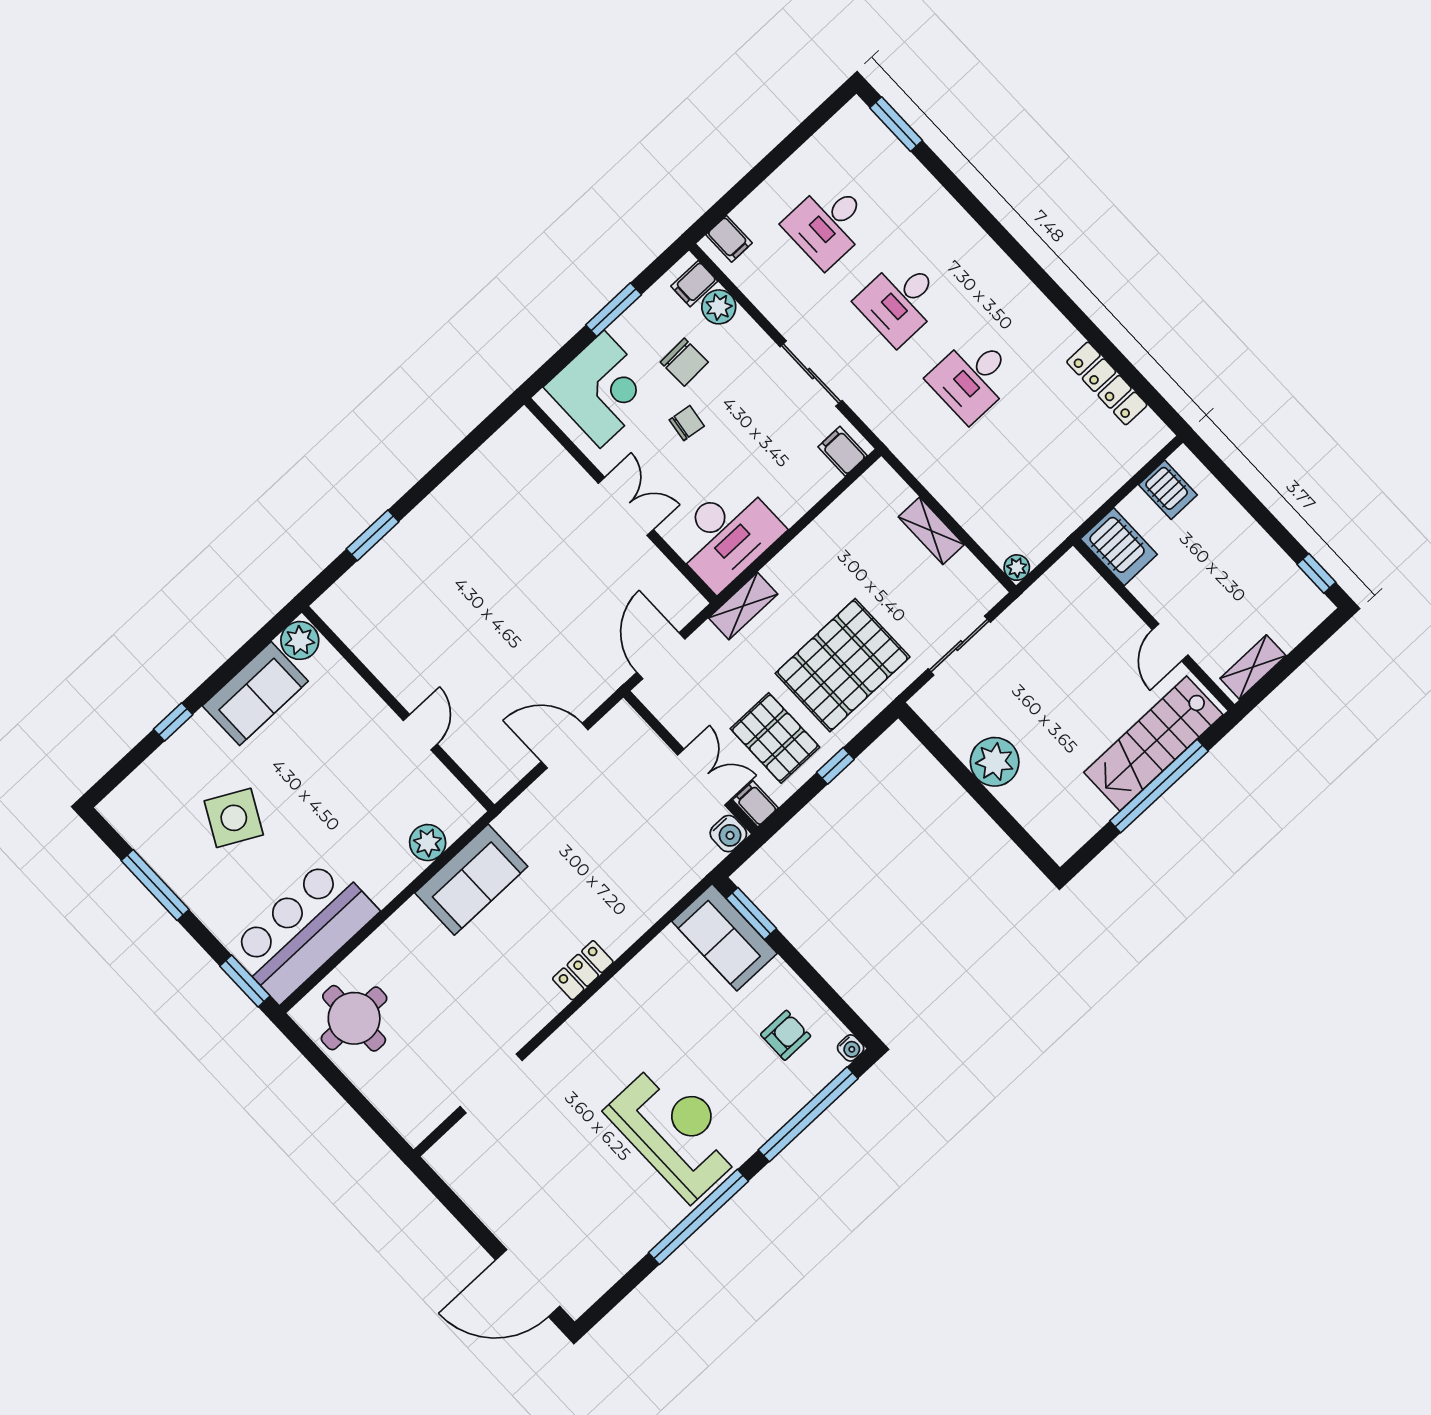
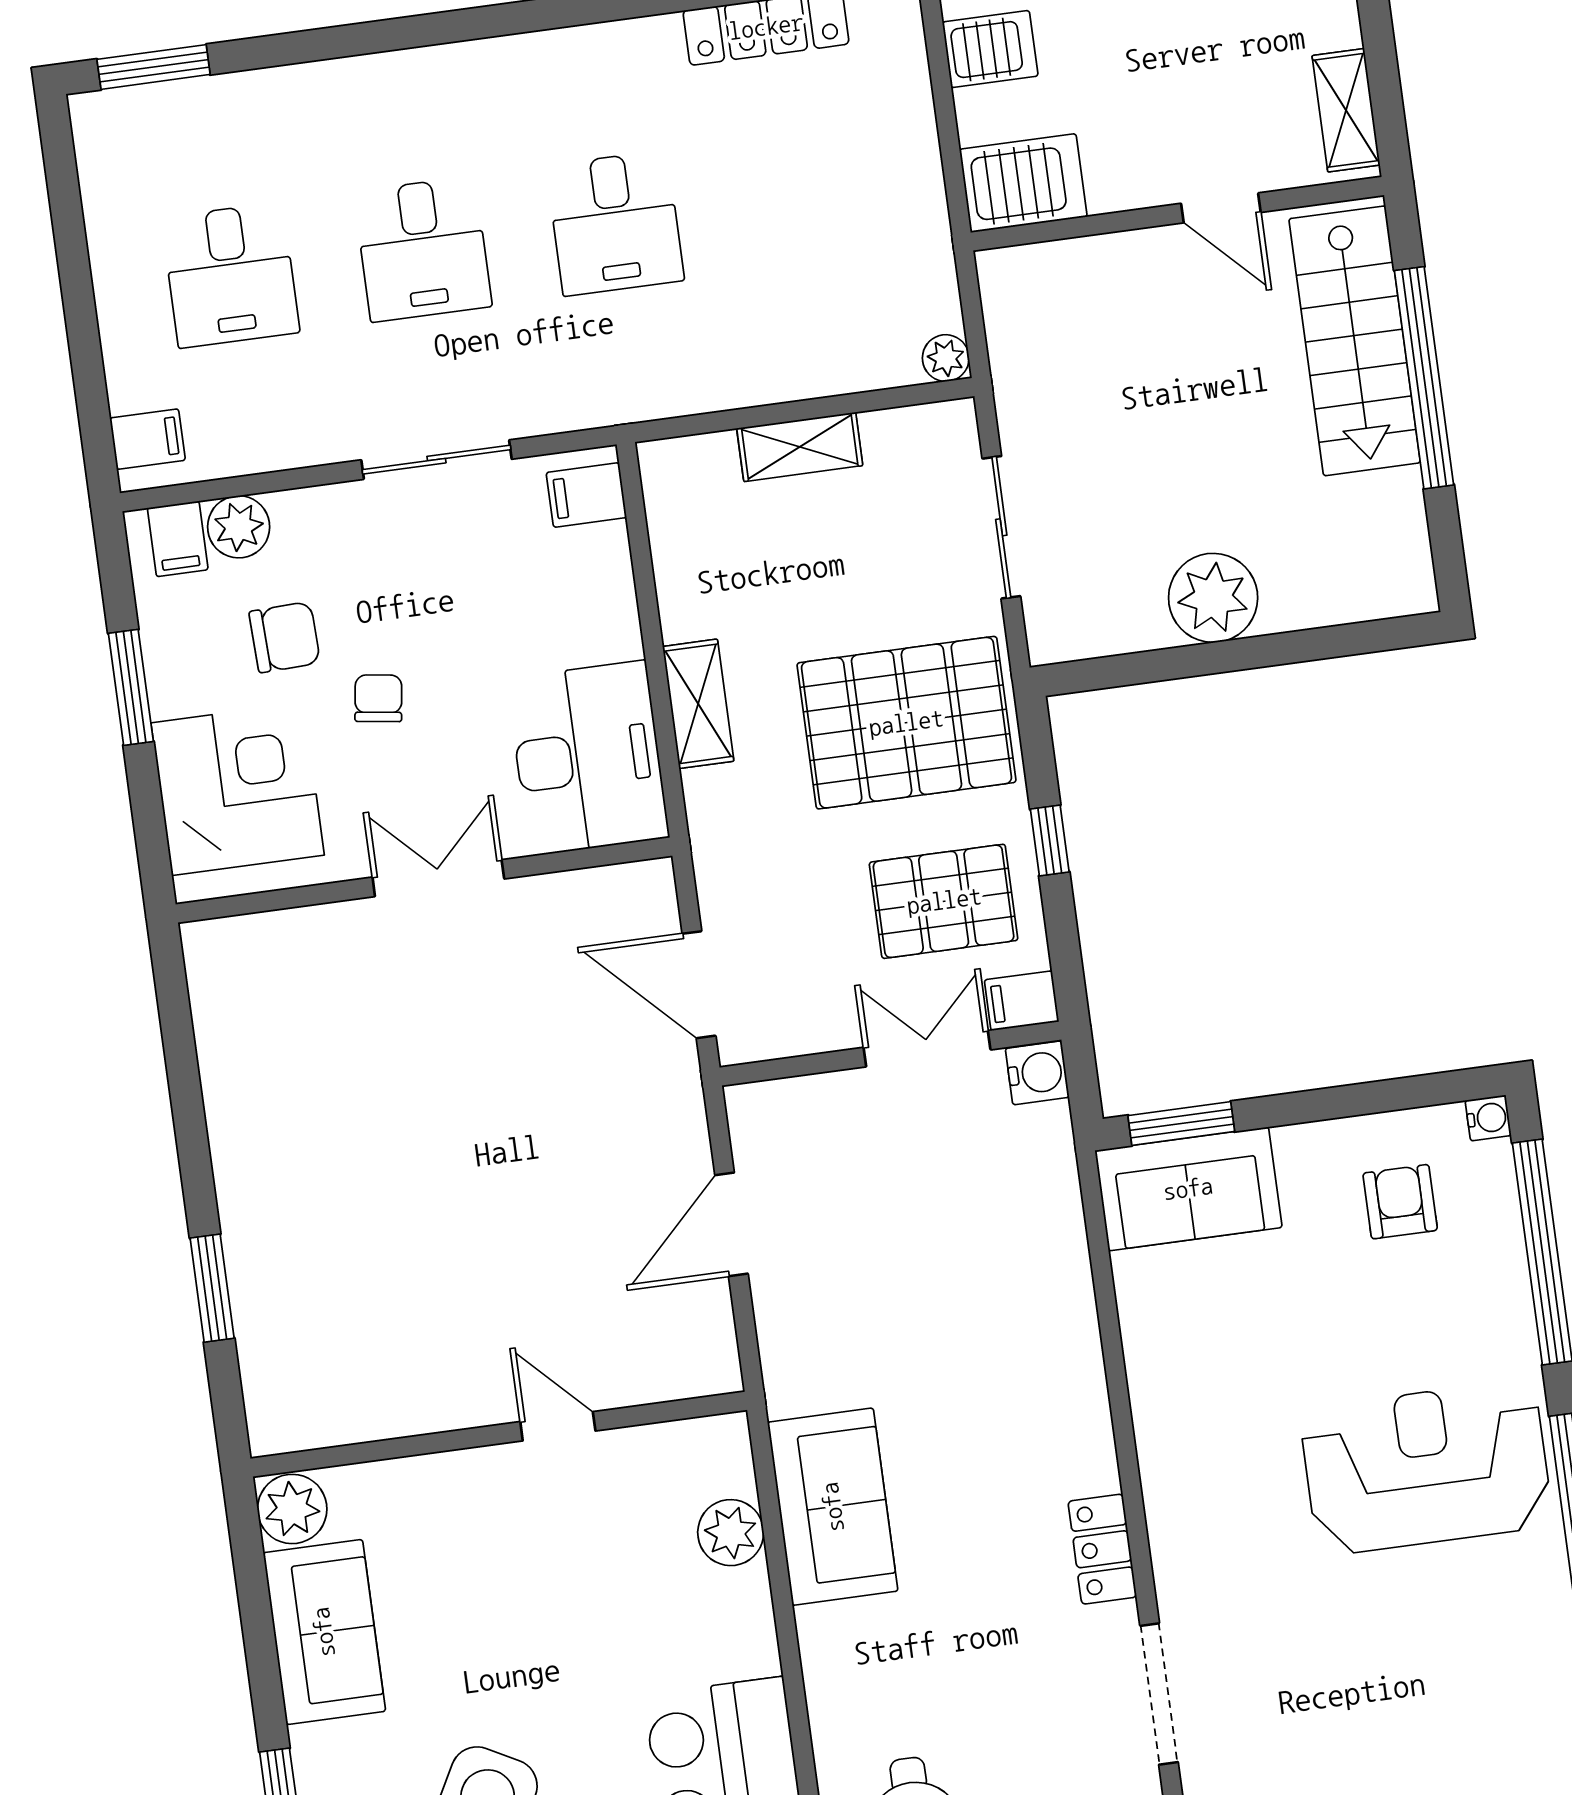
shelving: (743, 606) -> (698, 704), moved
pallet: (843, 665) -> (906, 723), turned 90
locker: (583, 970) -> (1102, 1549), moved

